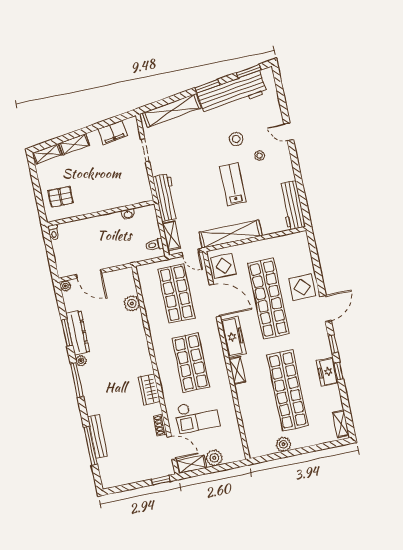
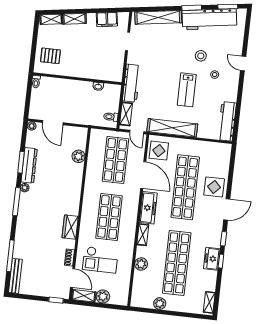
lab bench: (233, 184) -> (187, 90), turned 180
plant: (246, 405) -> (141, 264), added
bench: (98, 436) -> (15, 276), moved

